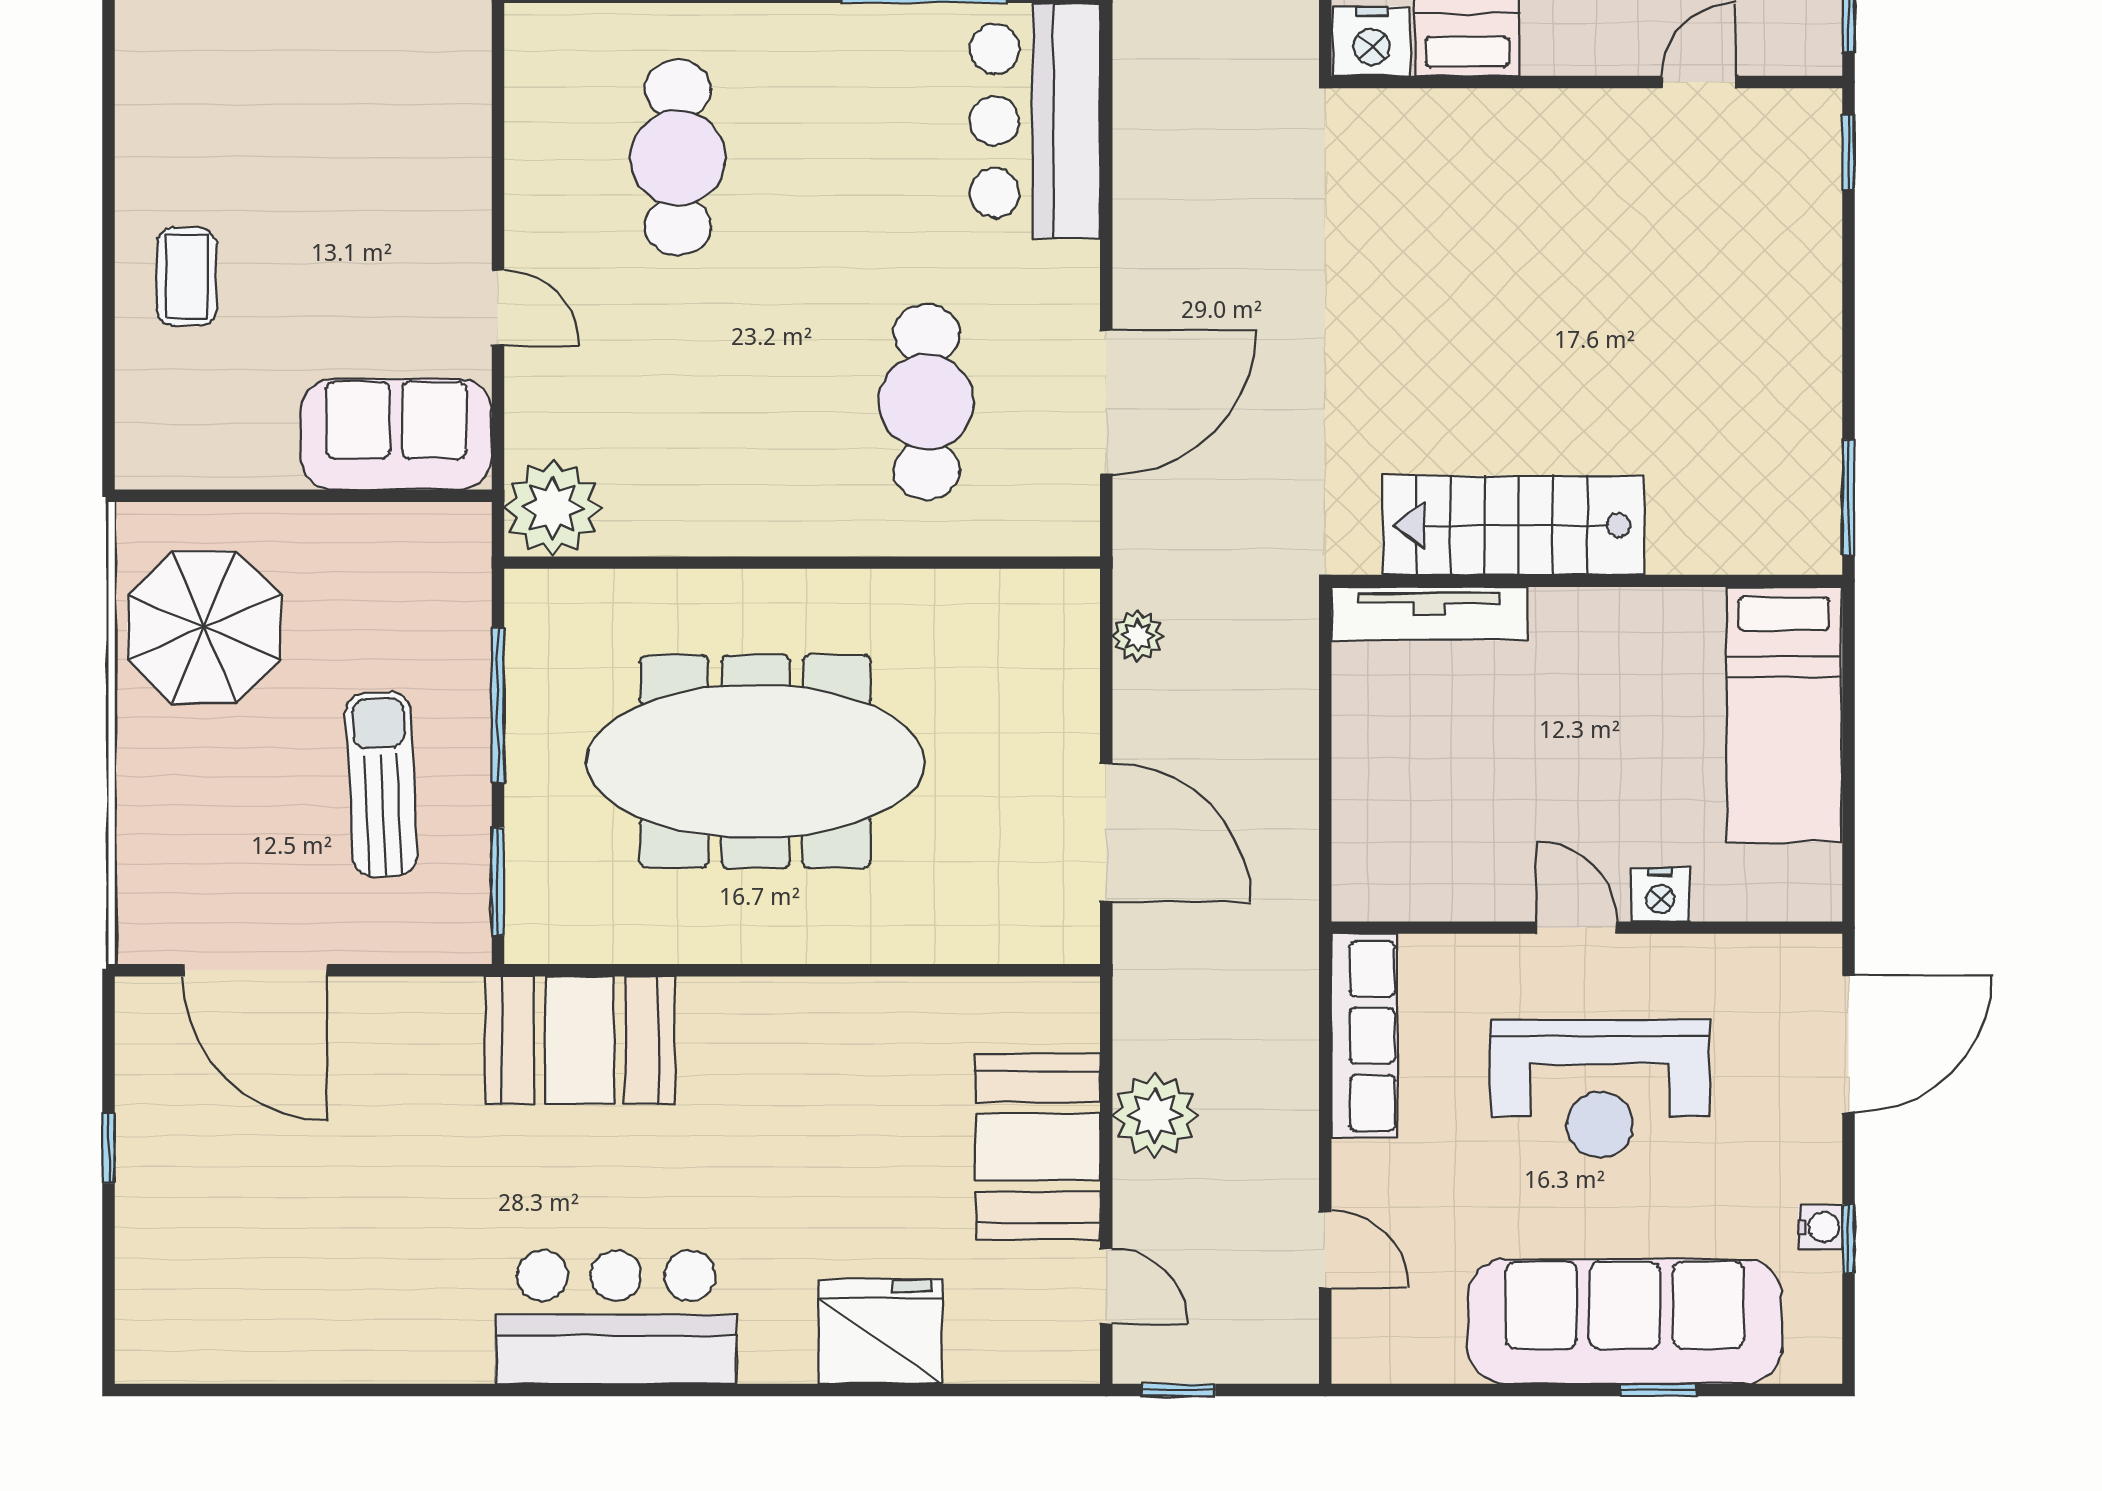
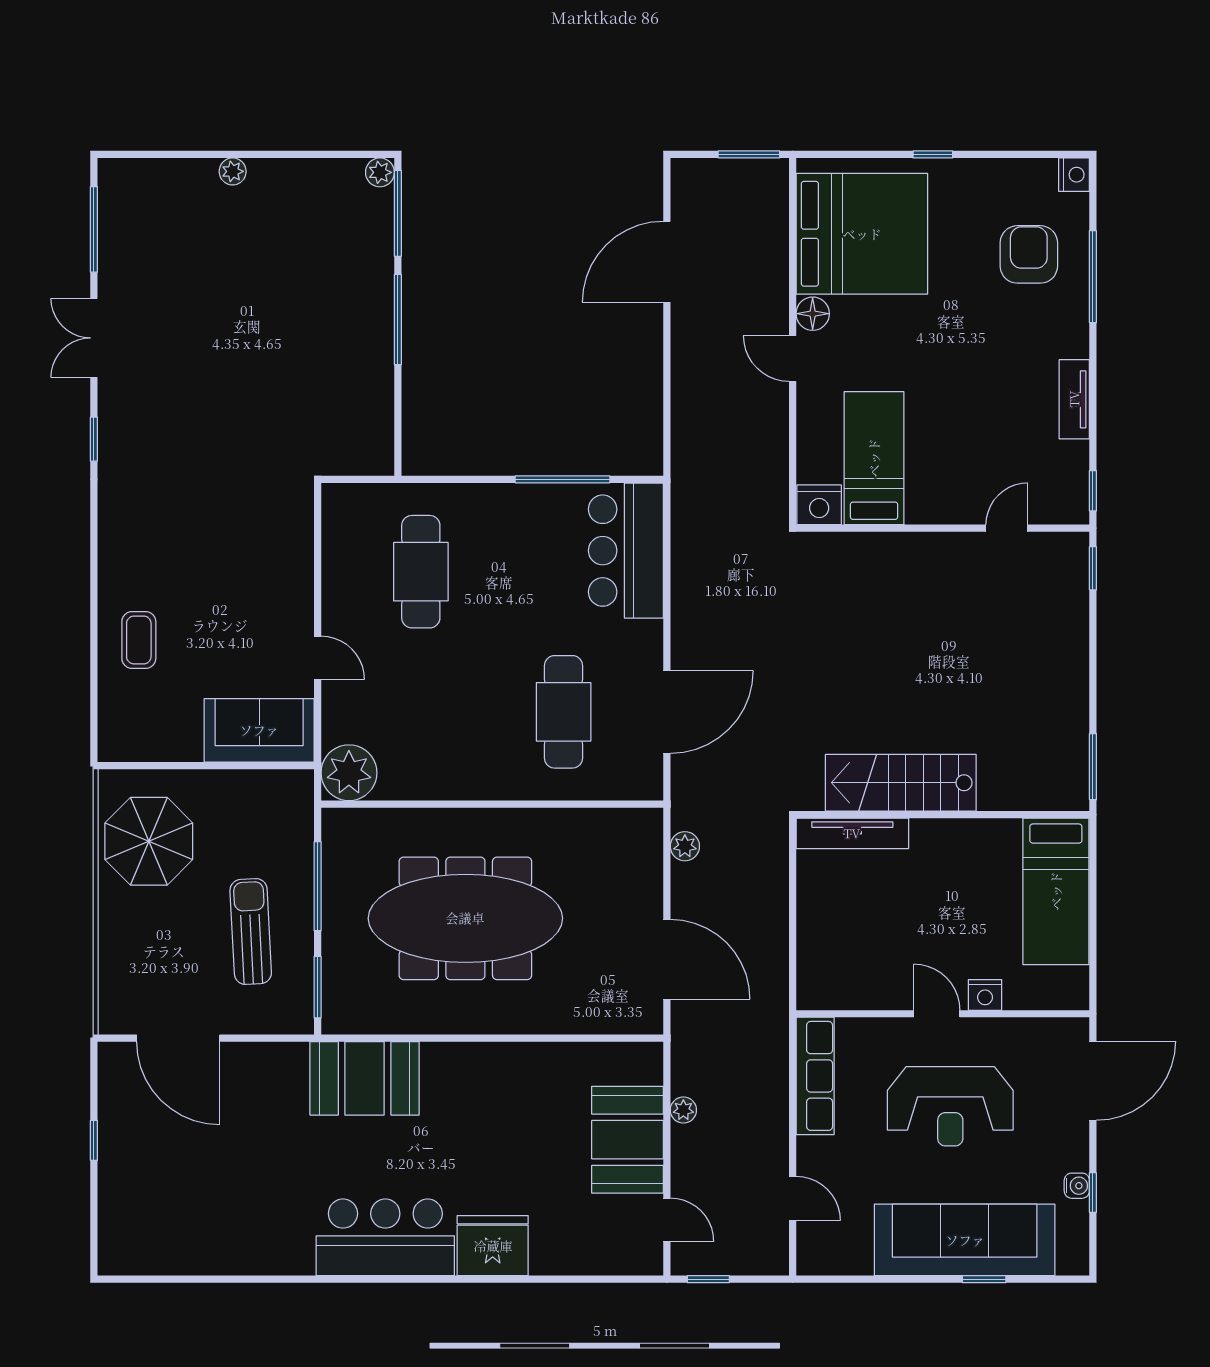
plant: (1155, 1115) -> (683, 1110), width x0.53, depth x0.53
fridge: (880, 1331) -> (493, 1246), moved

